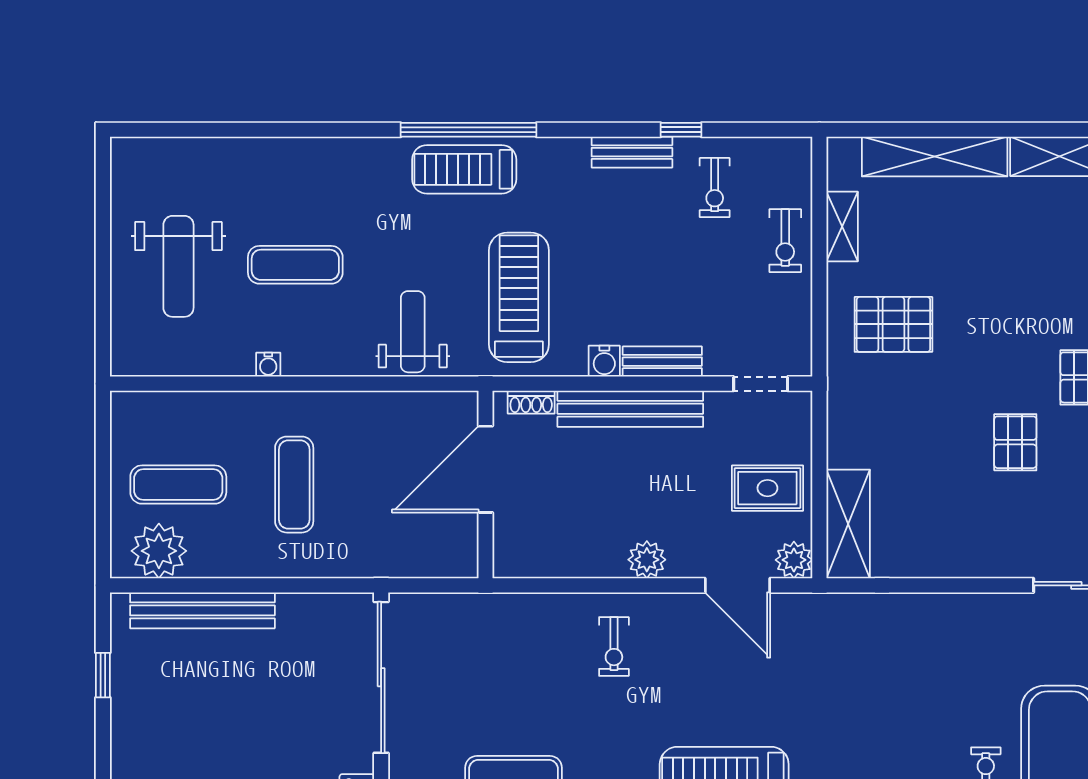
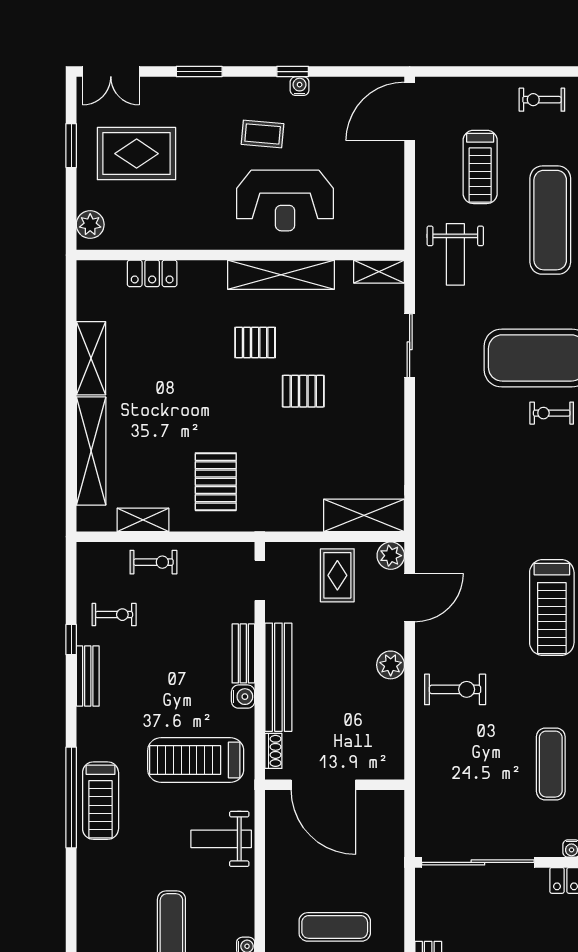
exercise bike: (614, 646) -> (455, 689), width x1.38, depth x1.39

